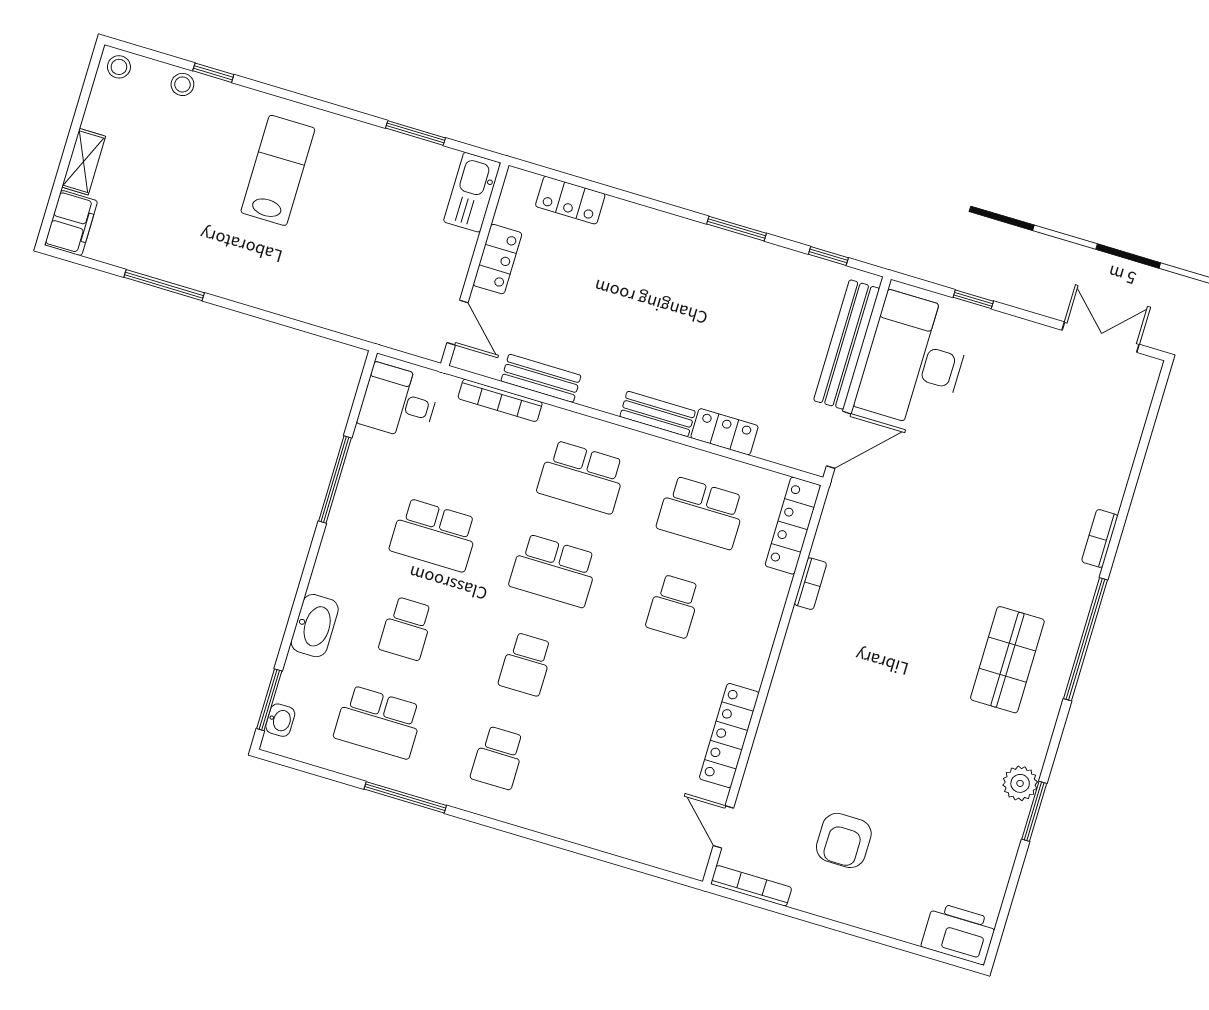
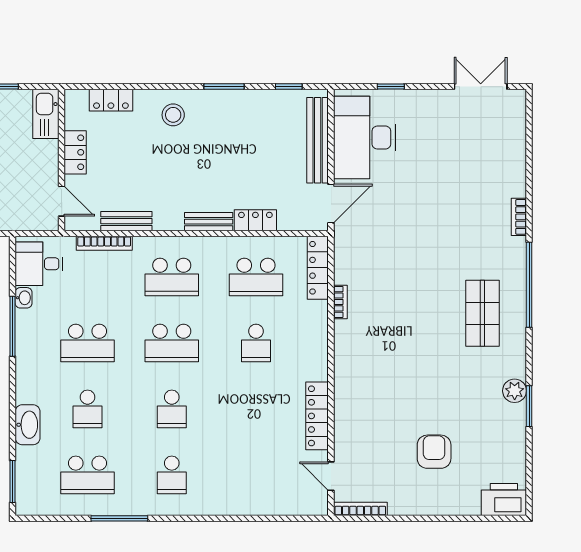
stool: (652, 247) -> (173, 115), added
washbasin: (280, 720) -> (24, 298), moved
armchair: (844, 840) -> (434, 452), moved, turned 180

